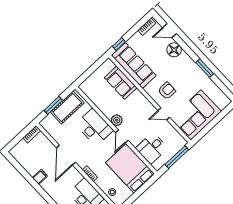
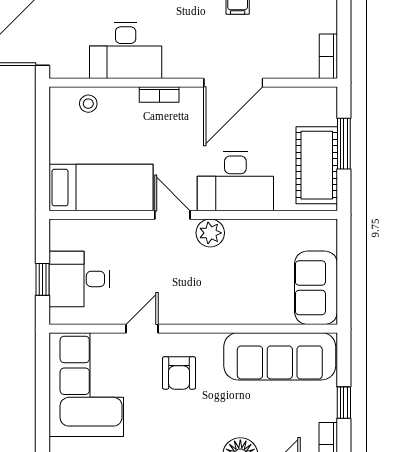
window: (119, 44) -> (344, 403), moved
sofa: (121, 83) -> (316, 288), moved, turned -90
desk: (152, 148) -> (79, 279), moved, turned -90
door: (66, 155) -> (233, 83), swing flipped
window: (177, 157) -> (42, 279), width x0.46
bed: (130, 168) -> (101, 188), width x0.67

